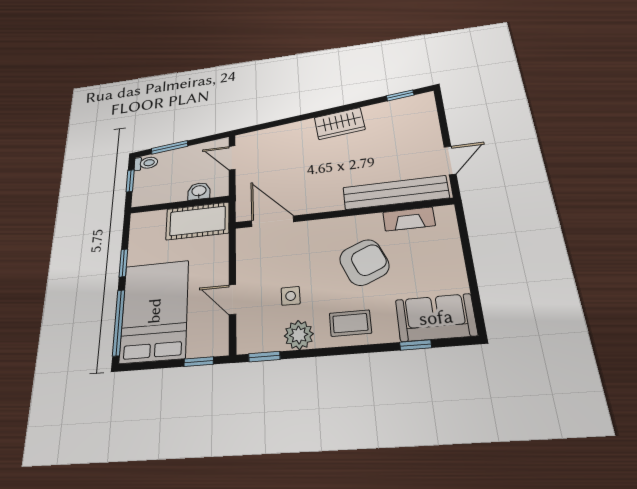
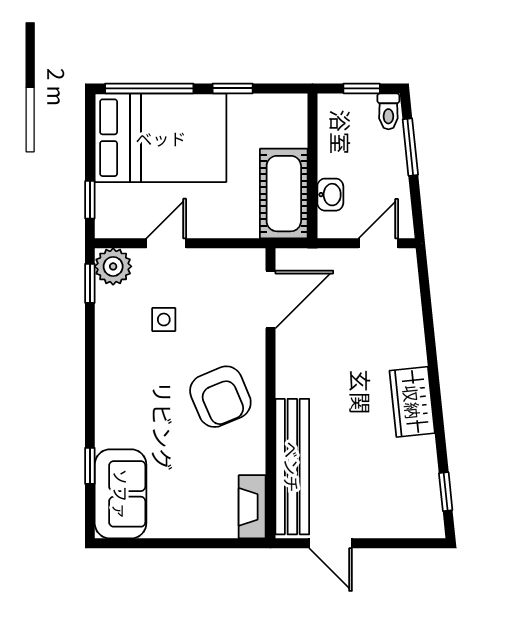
fireplace: (409, 219) -> (252, 507), moved
armchair: (364, 262) -> (220, 397), moved
coffee table: (350, 323) -> (122, 392), removed
plant: (299, 335) -> (113, 266), moved

